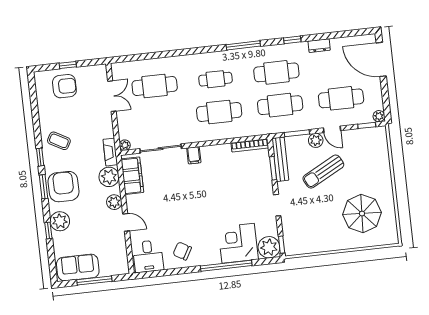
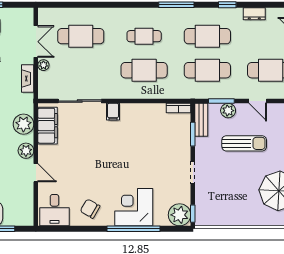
plant: (316, 140) -> (228, 111), moved
plant: (125, 145) -> (43, 65), moved
bookcase: (250, 145) -> (179, 108), width x0.64
fireplace: (110, 152) -> (28, 78), moved
bench: (280, 159) -> (201, 120), width x0.73
sun lounger: (323, 172) -> (244, 143), turned -152
corner desk: (238, 243) -> (134, 207), moved

